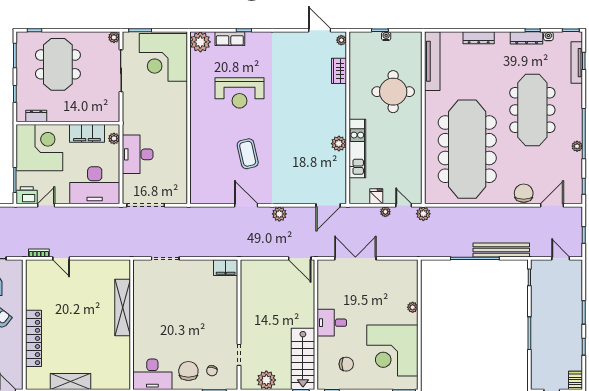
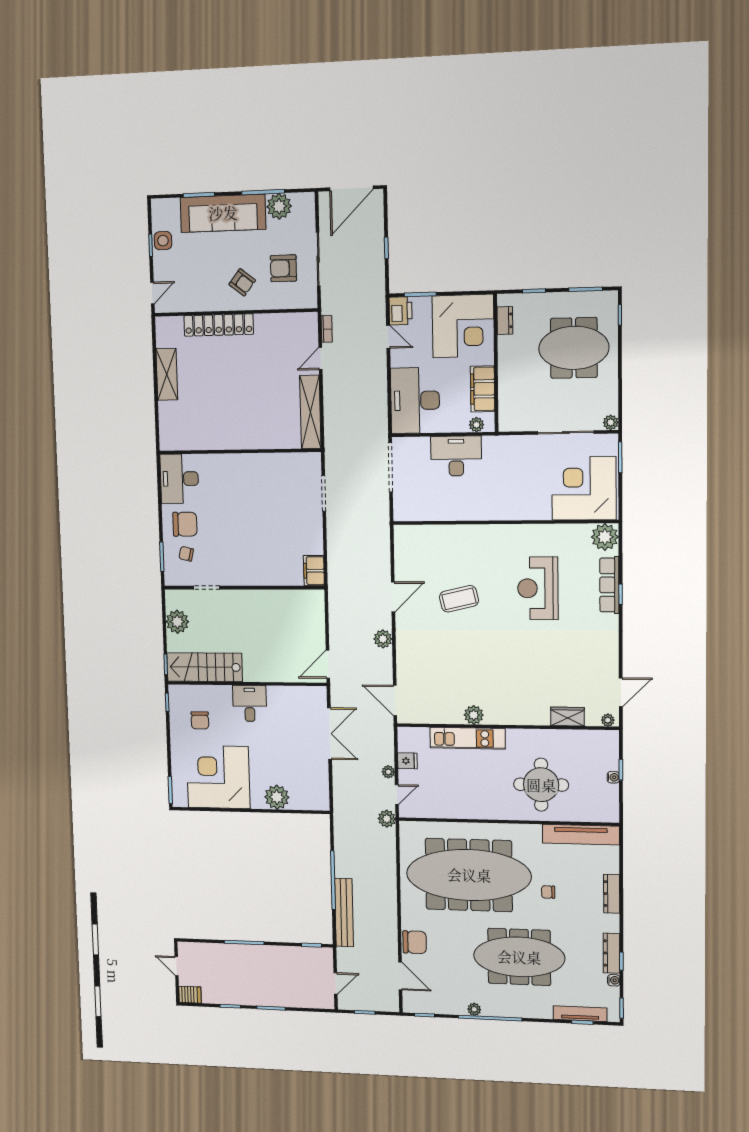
row of seats: (230, 39) -> (609, 585), width x1.48
chair: (479, 87) -> (548, 892), added
plant: (413, 307) -> (277, 797), width x1.87, depth x1.87
shelving: (123, 308) -> (310, 412), moved, turned 90

